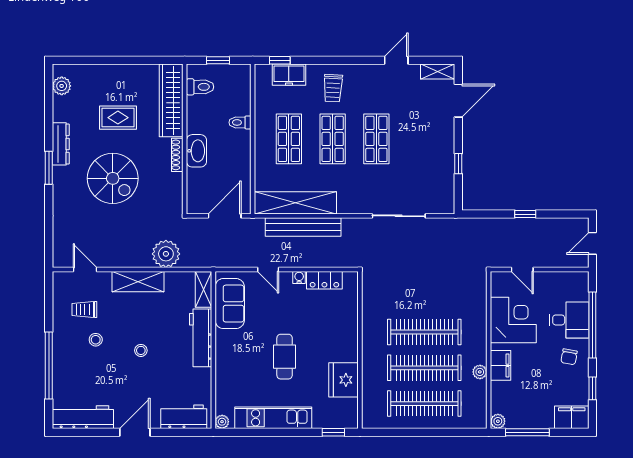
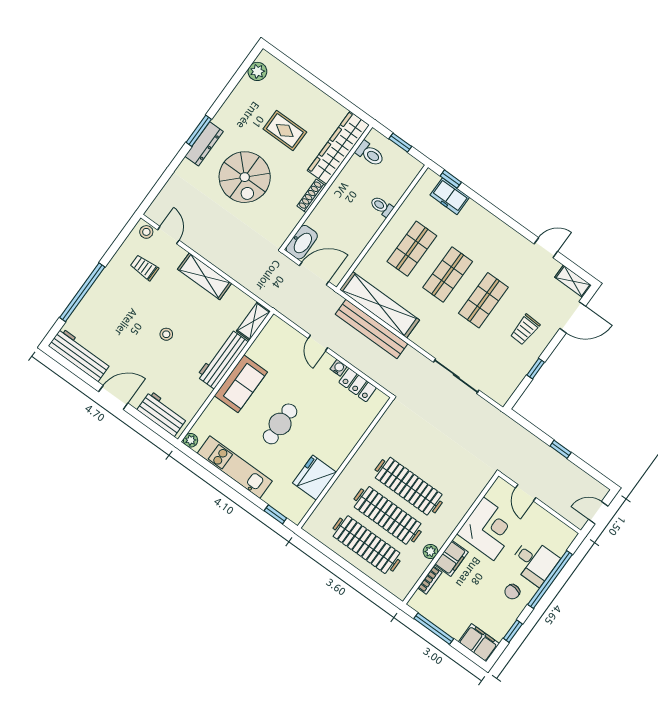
trolley: (333, 88) -> (525, 330), moved
dresser: (61, 144) -> (204, 144), moved
washbasin: (196, 151) -> (302, 242), moved
plant: (166, 254) -> (244, 270), removed
sofa: (230, 304) -> (241, 384), moved
stool: (96, 340) -> (146, 232), moved
bookcase: (496, 395) -> (430, 580), added
plant: (498, 421) -> (416, 602), removed

